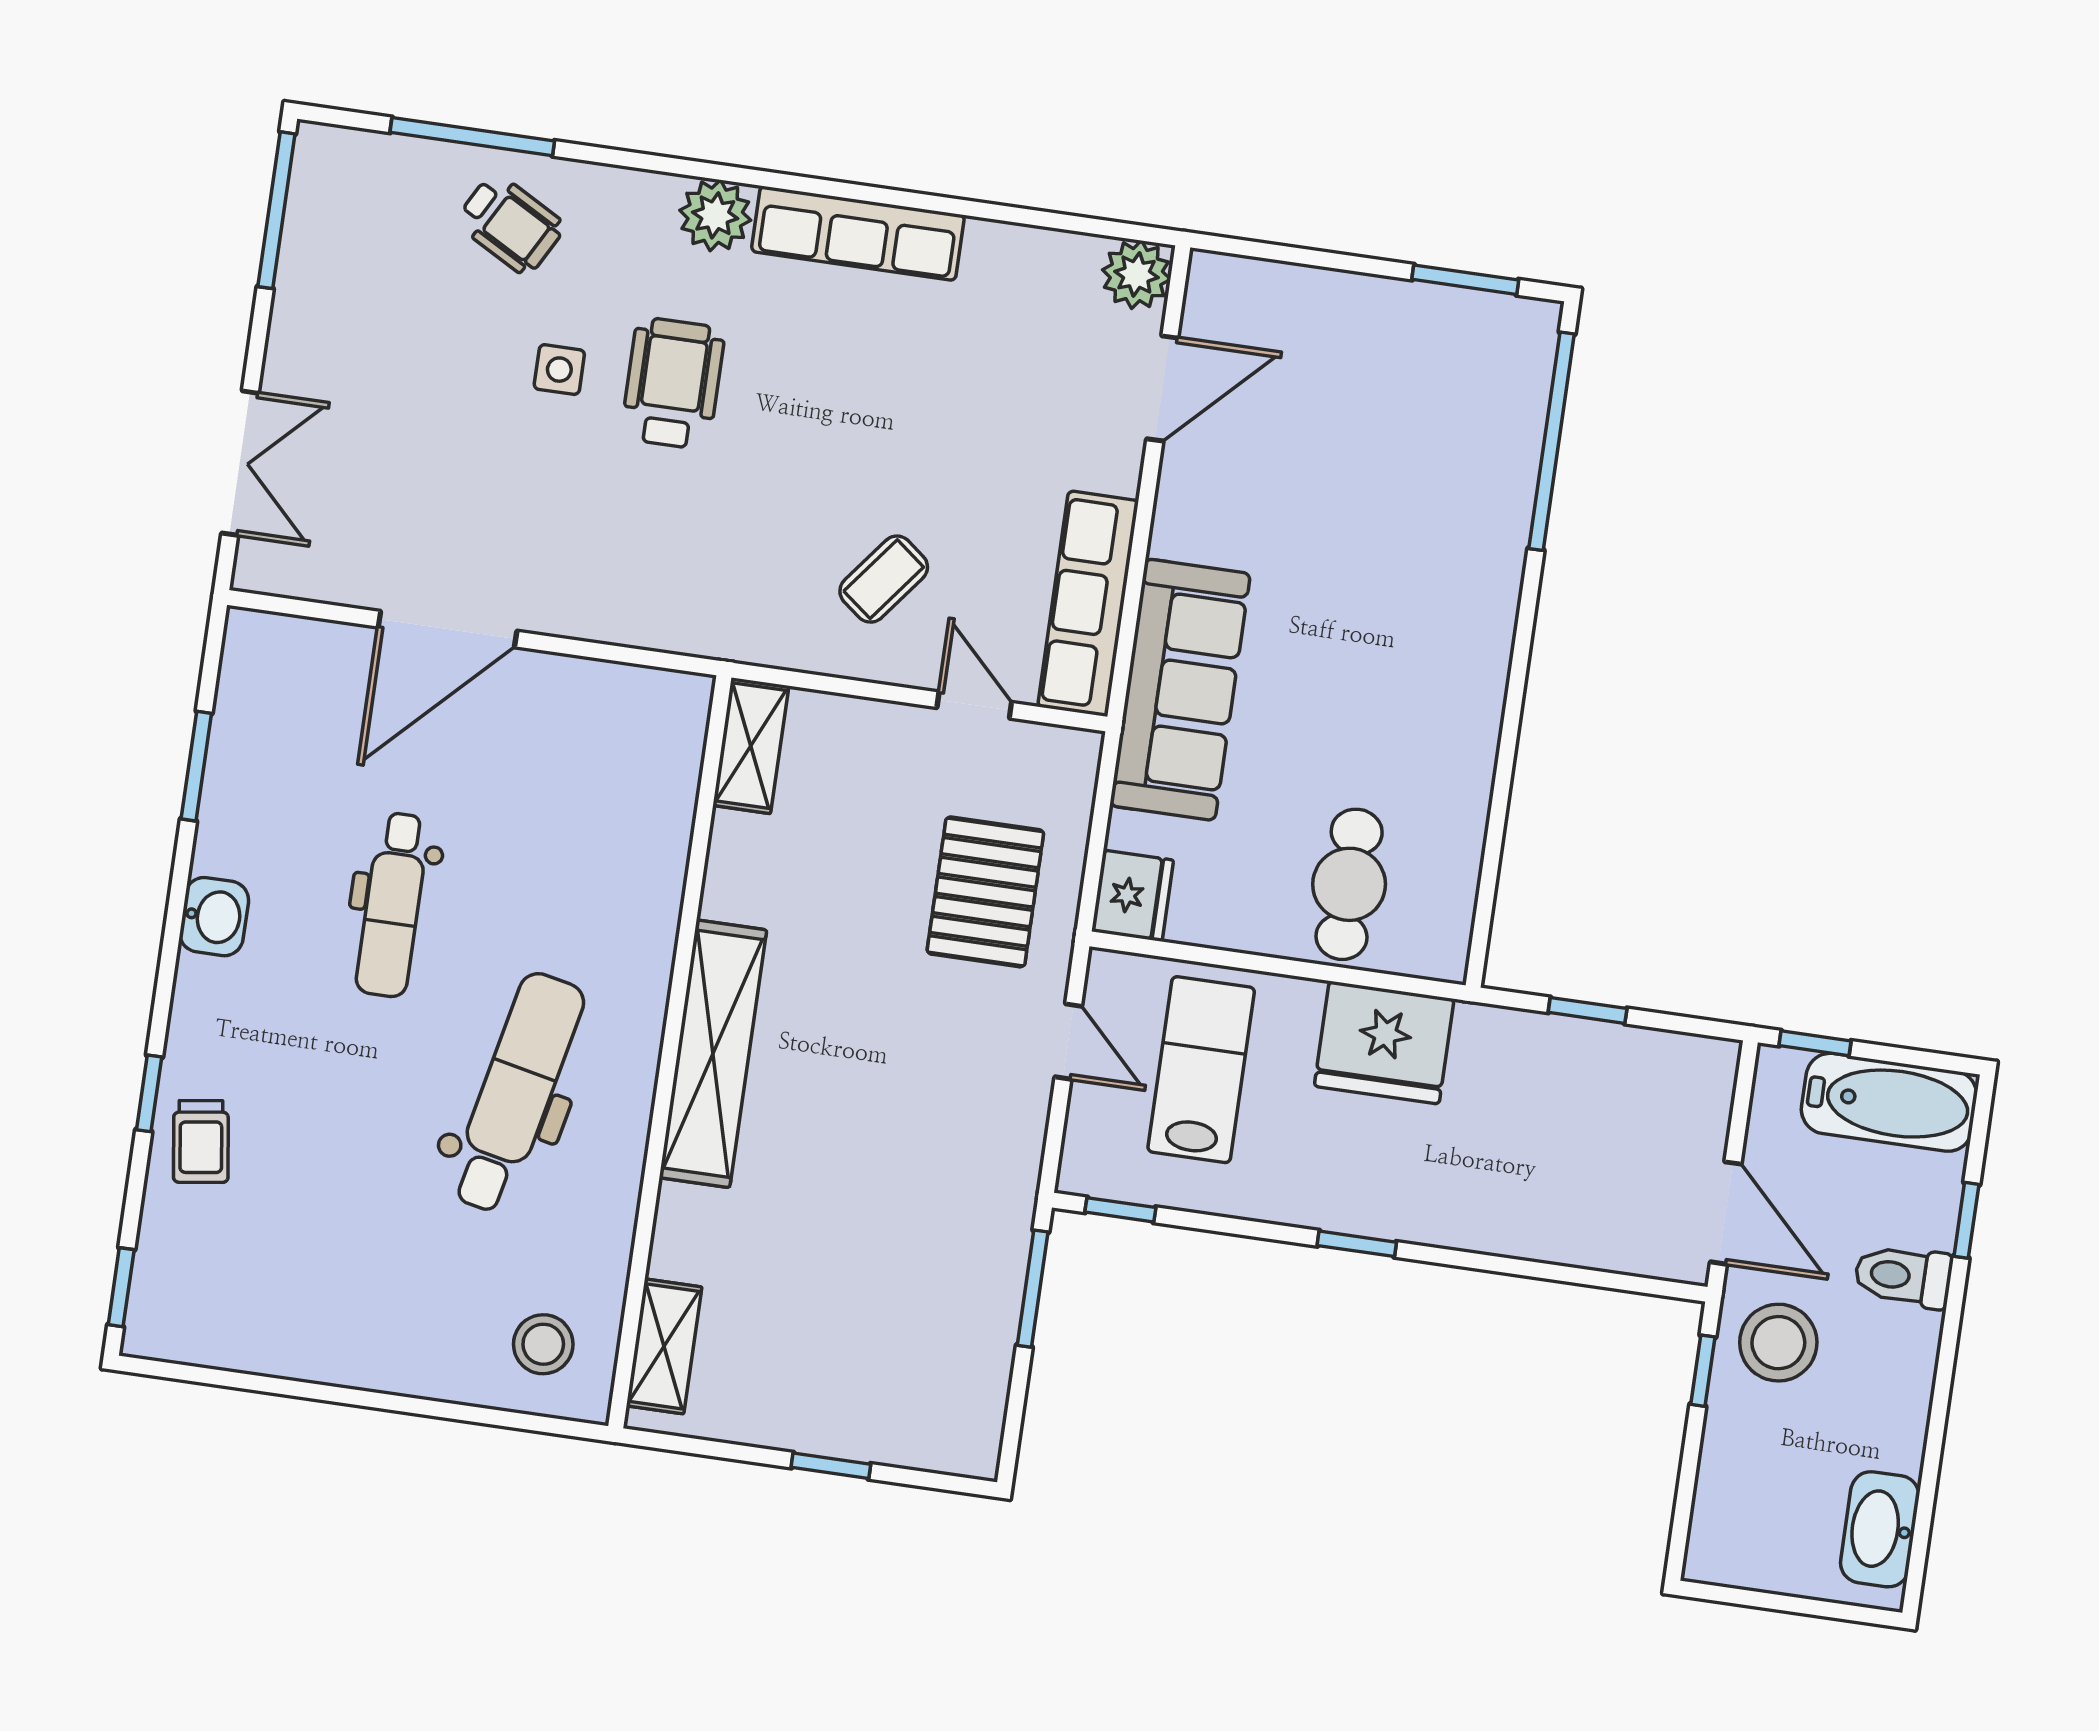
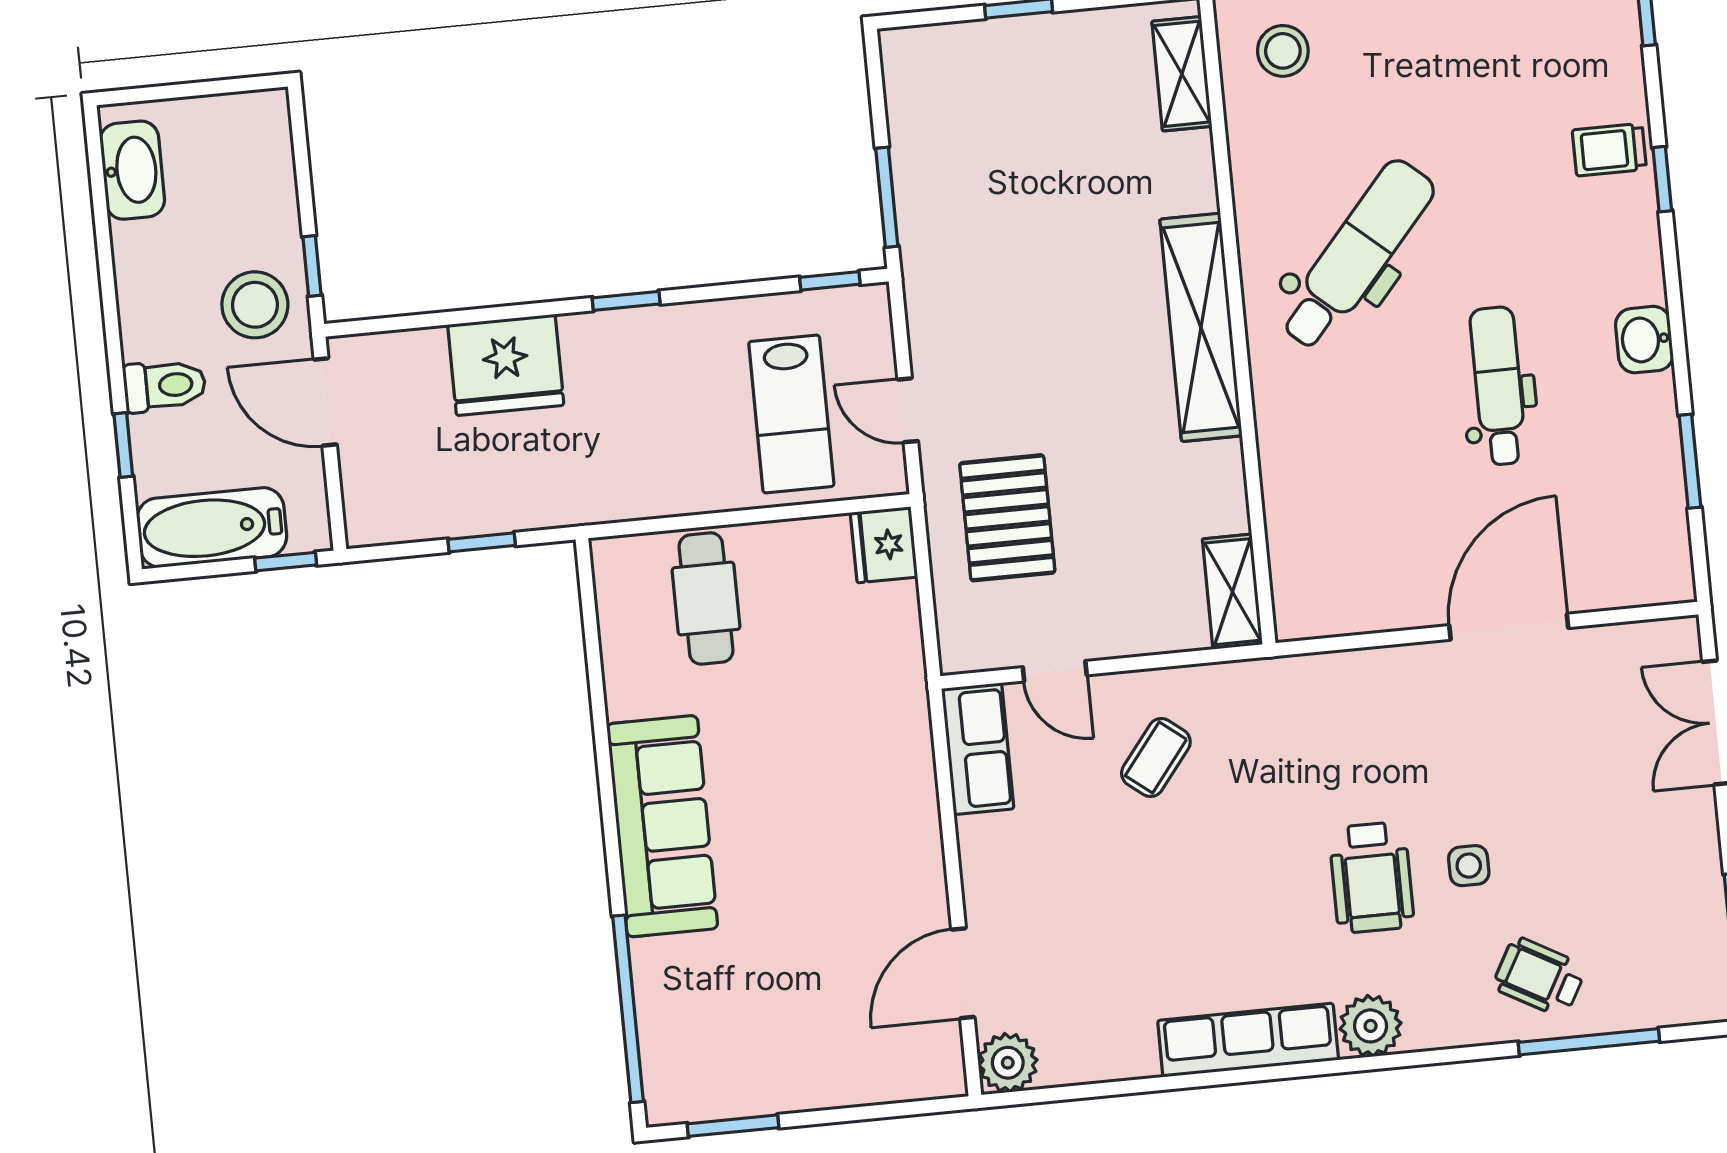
row of seats: (1088, 604) -> (978, 749), width x0.68
sofa: (1180, 690) -> (662, 826), moved, turned 180
fridge: (1384, 1043) -> (506, 365), moved, turned 180
dental chair: (516, 1093) -> (1357, 255), turned -151
trolley: (201, 1142) -> (1609, 150), turned -82

